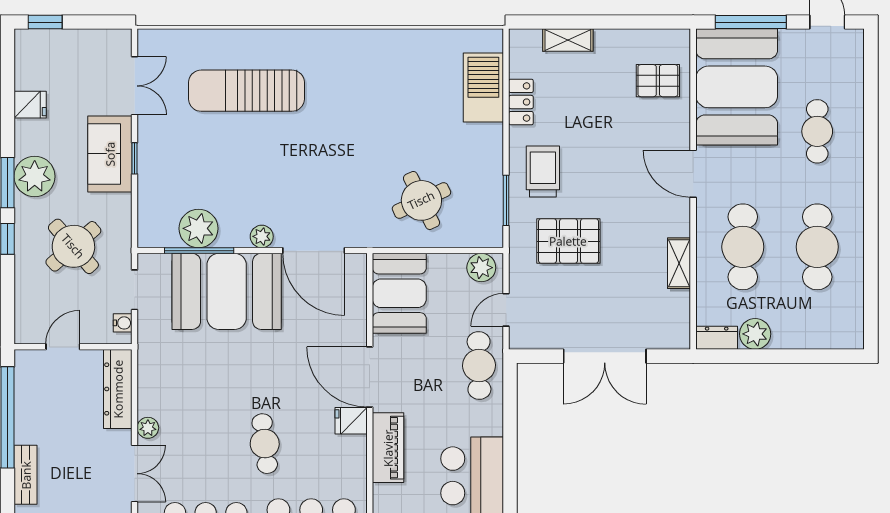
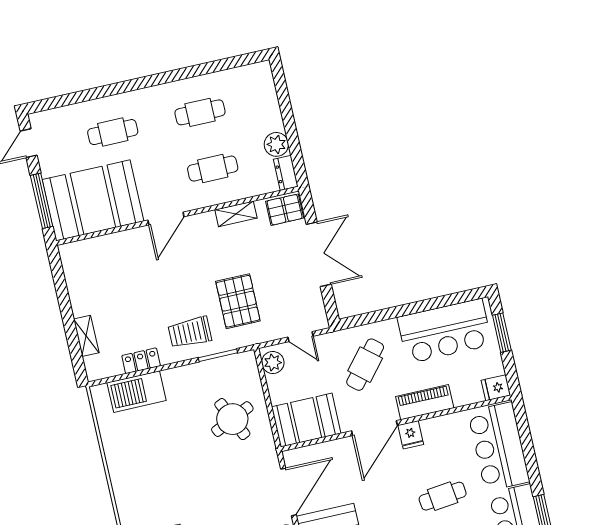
pallet: (658, 81) -> (285, 210), moved, turned 90
cafe table: (743, 247) -> (213, 169), width x0.73, depth x0.74
cafe table: (817, 247) -> (200, 112), width x0.73, depth x0.74
cafe table: (479, 365) -> (365, 365), moved, turned -49

